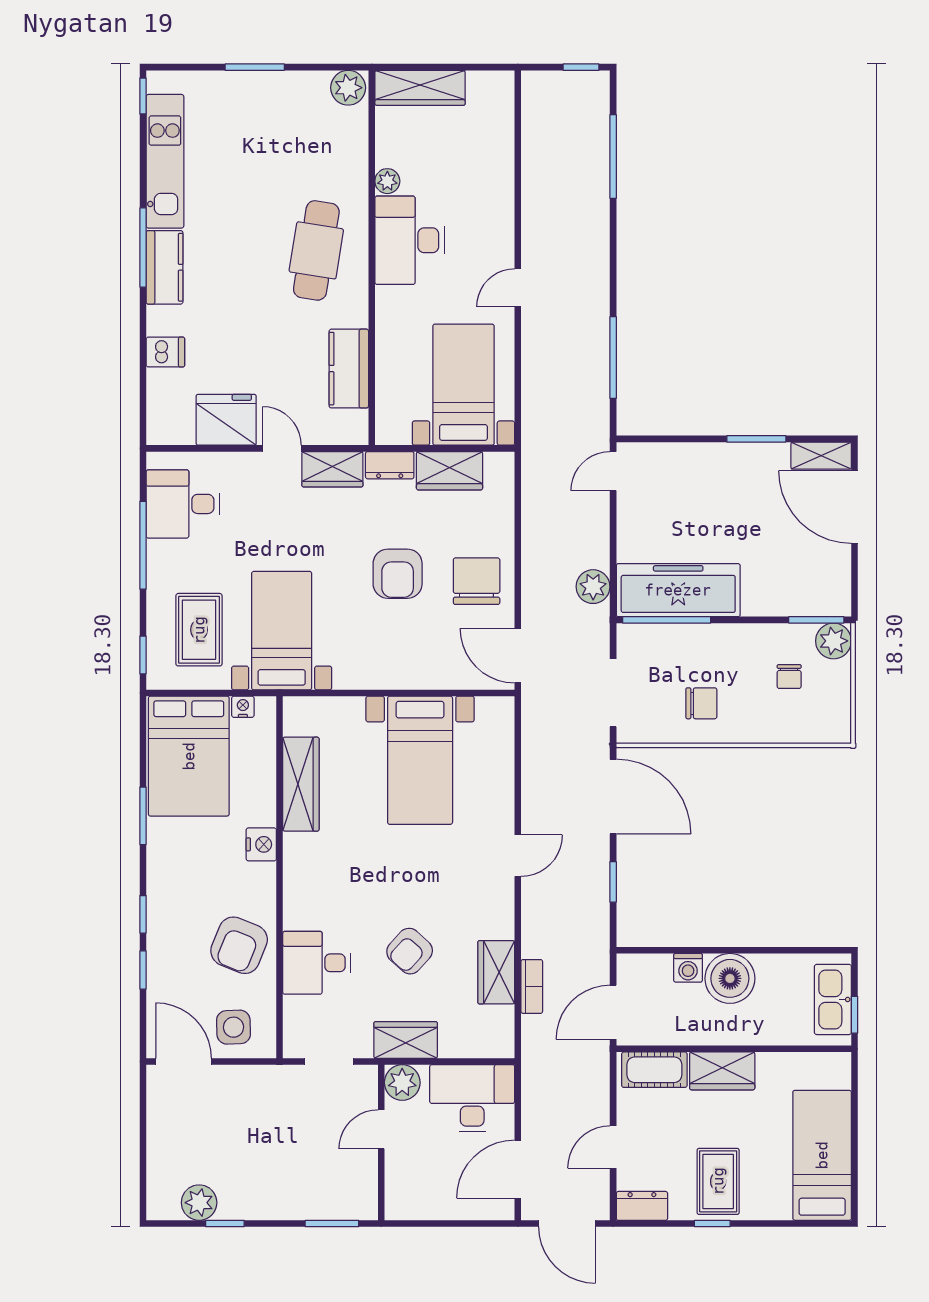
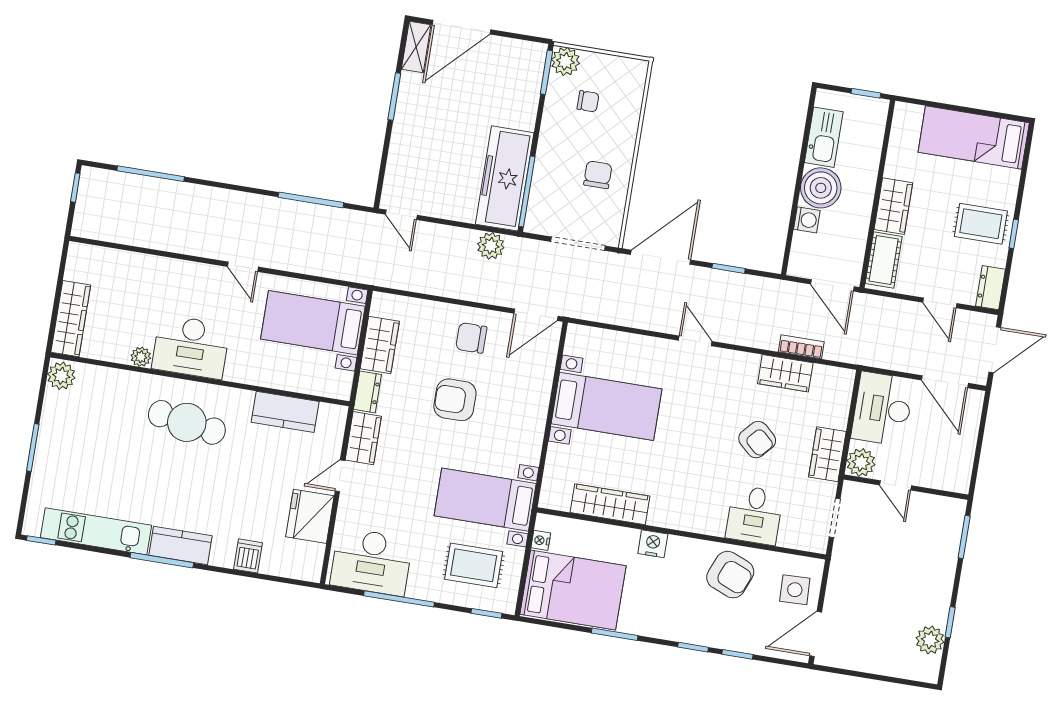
desk: (183, 504) -> (371, 562), width x1.37
armchair: (398, 574) -> (455, 400), turned 180
chair: (477, 581) -> (471, 338), width x0.73, depth x0.73
kitchen sink: (833, 999) -> (824, 137), moved, turned -90

